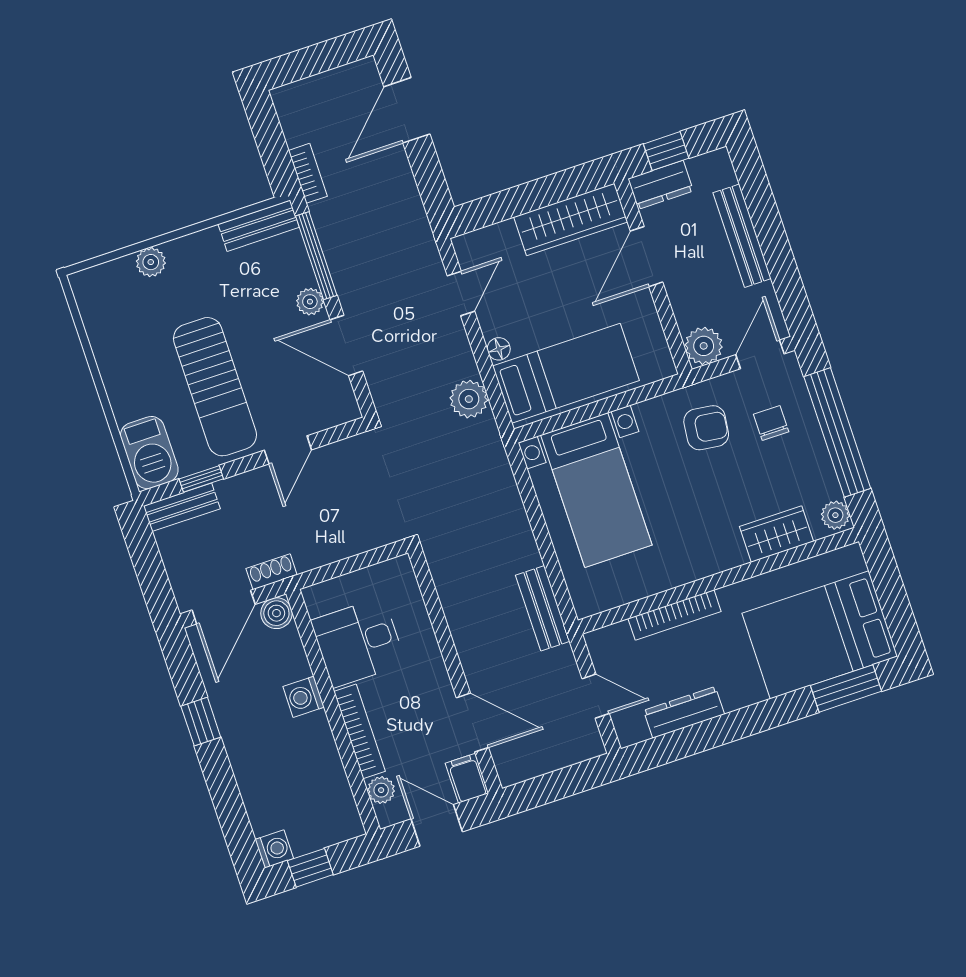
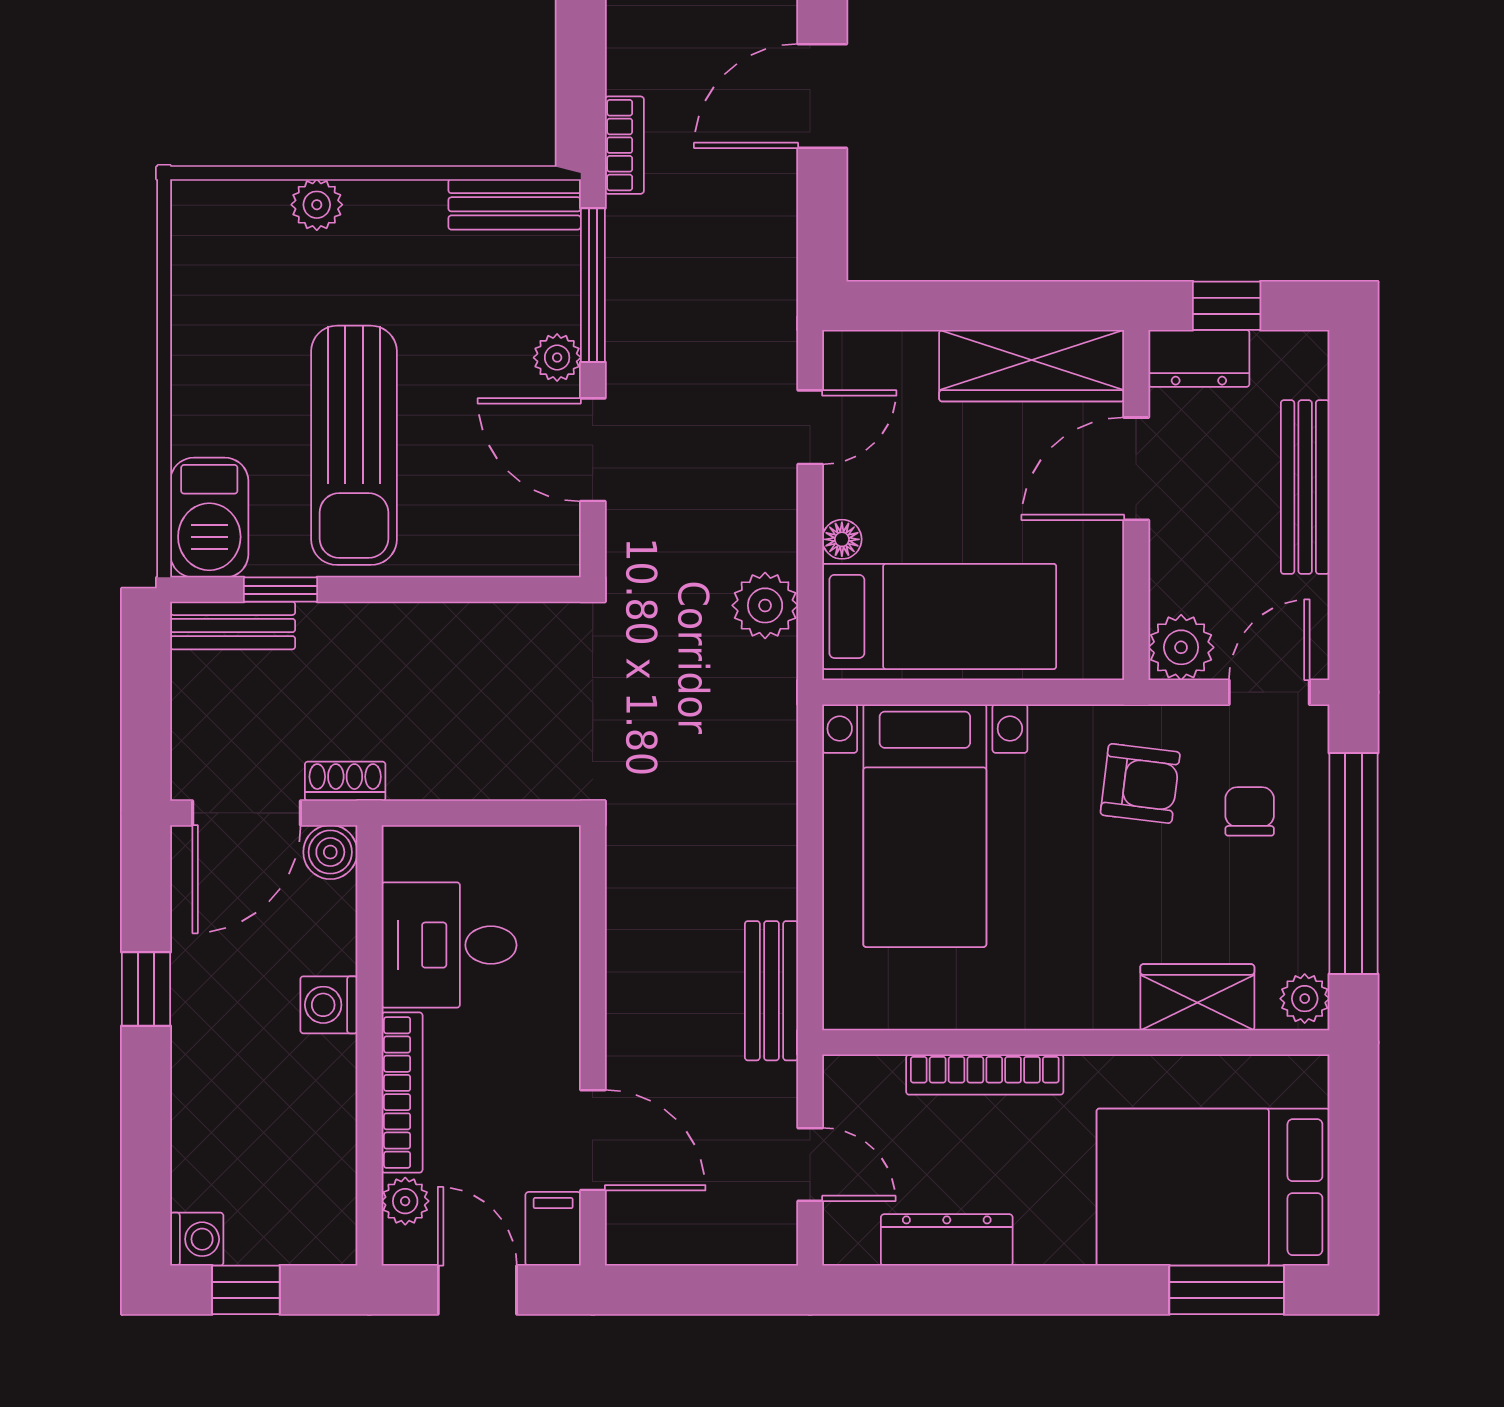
door: (288, 450) -> (439, 590), removed

